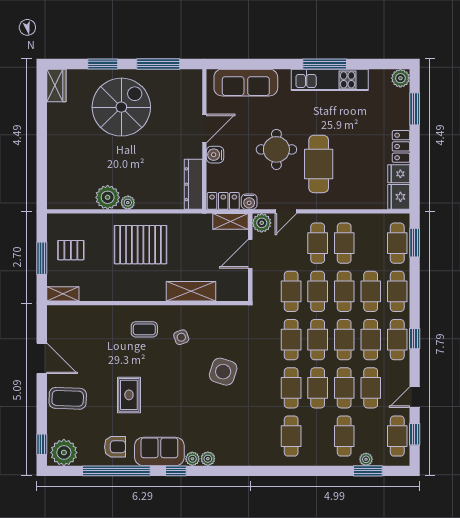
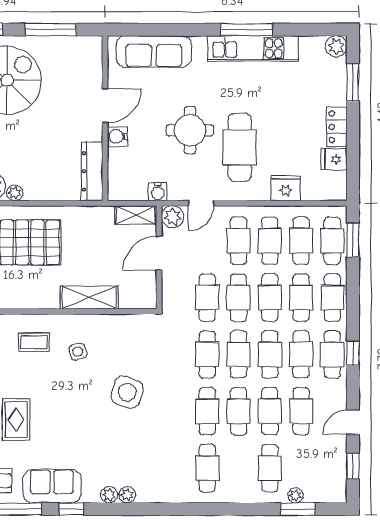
fridge: (399, 197) -> (286, 188), moved, turned 90
locker: (223, 201) -> (127, 191), removed
cafe table: (397, 436) -> (301, 241), moved
plant: (192, 459) -> (127, 495), moved

